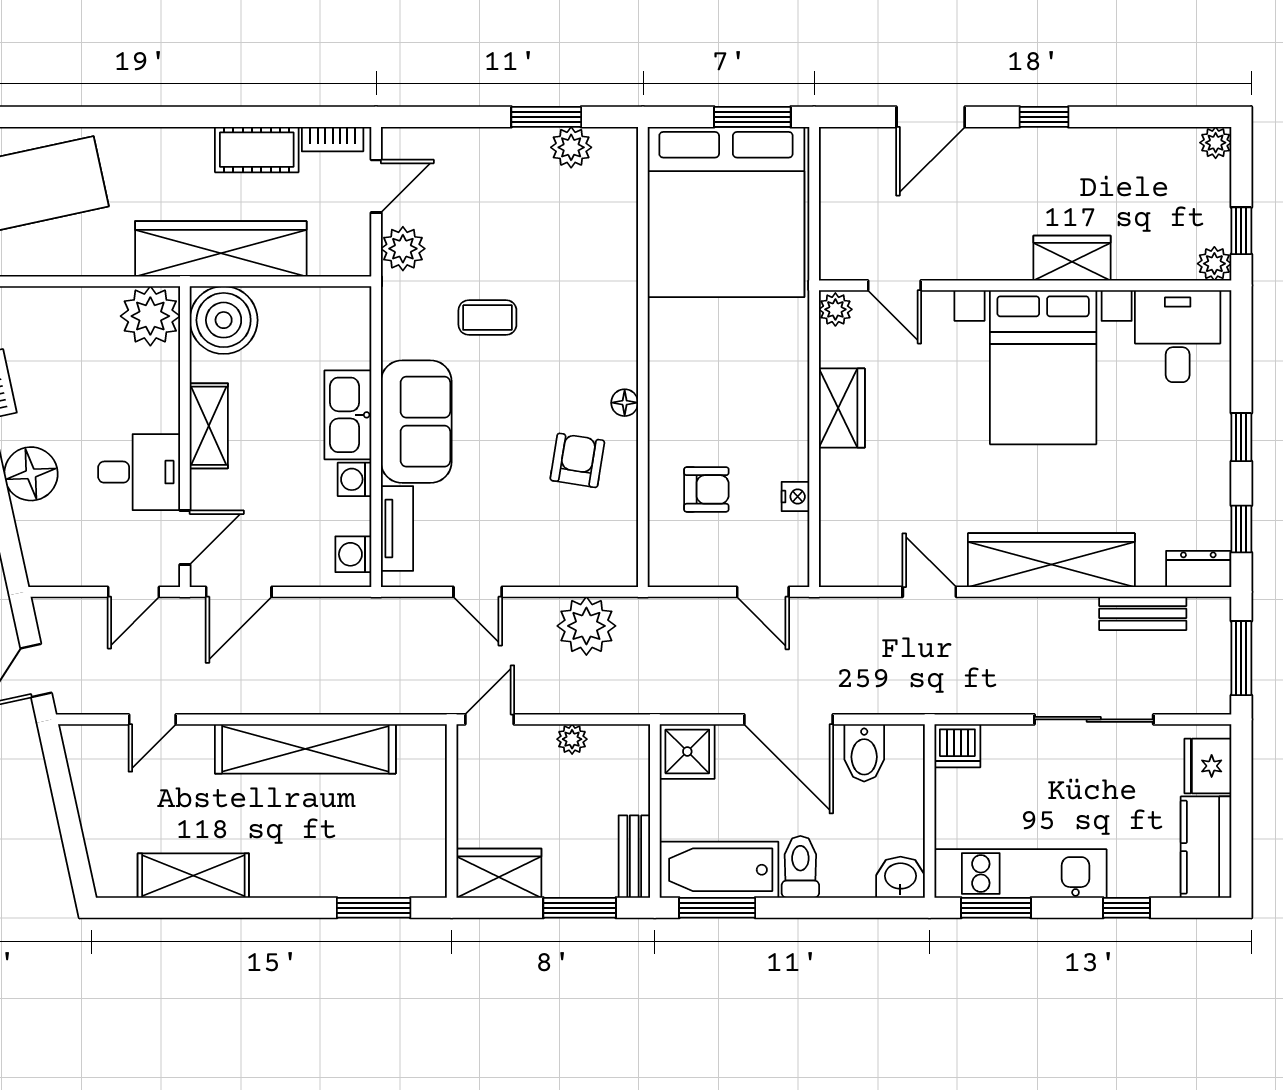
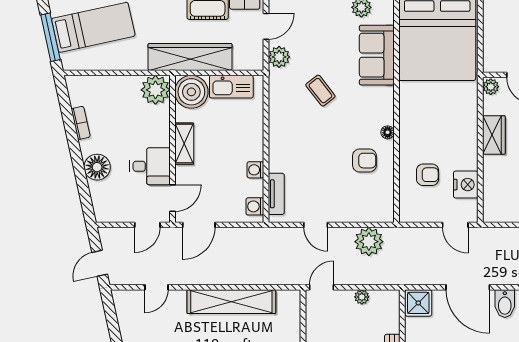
coffee table: (487, 317) -> (320, 91), turned 52
kitchen sink: (348, 415) -> (231, 87), moved, turned -90
sofa: (416, 422) -> (377, 55), moved, turned 180
armchair: (577, 460) -> (364, 161), turned 81
nightstand: (795, 497) -> (466, 185), width x1.89, depth x1.79

